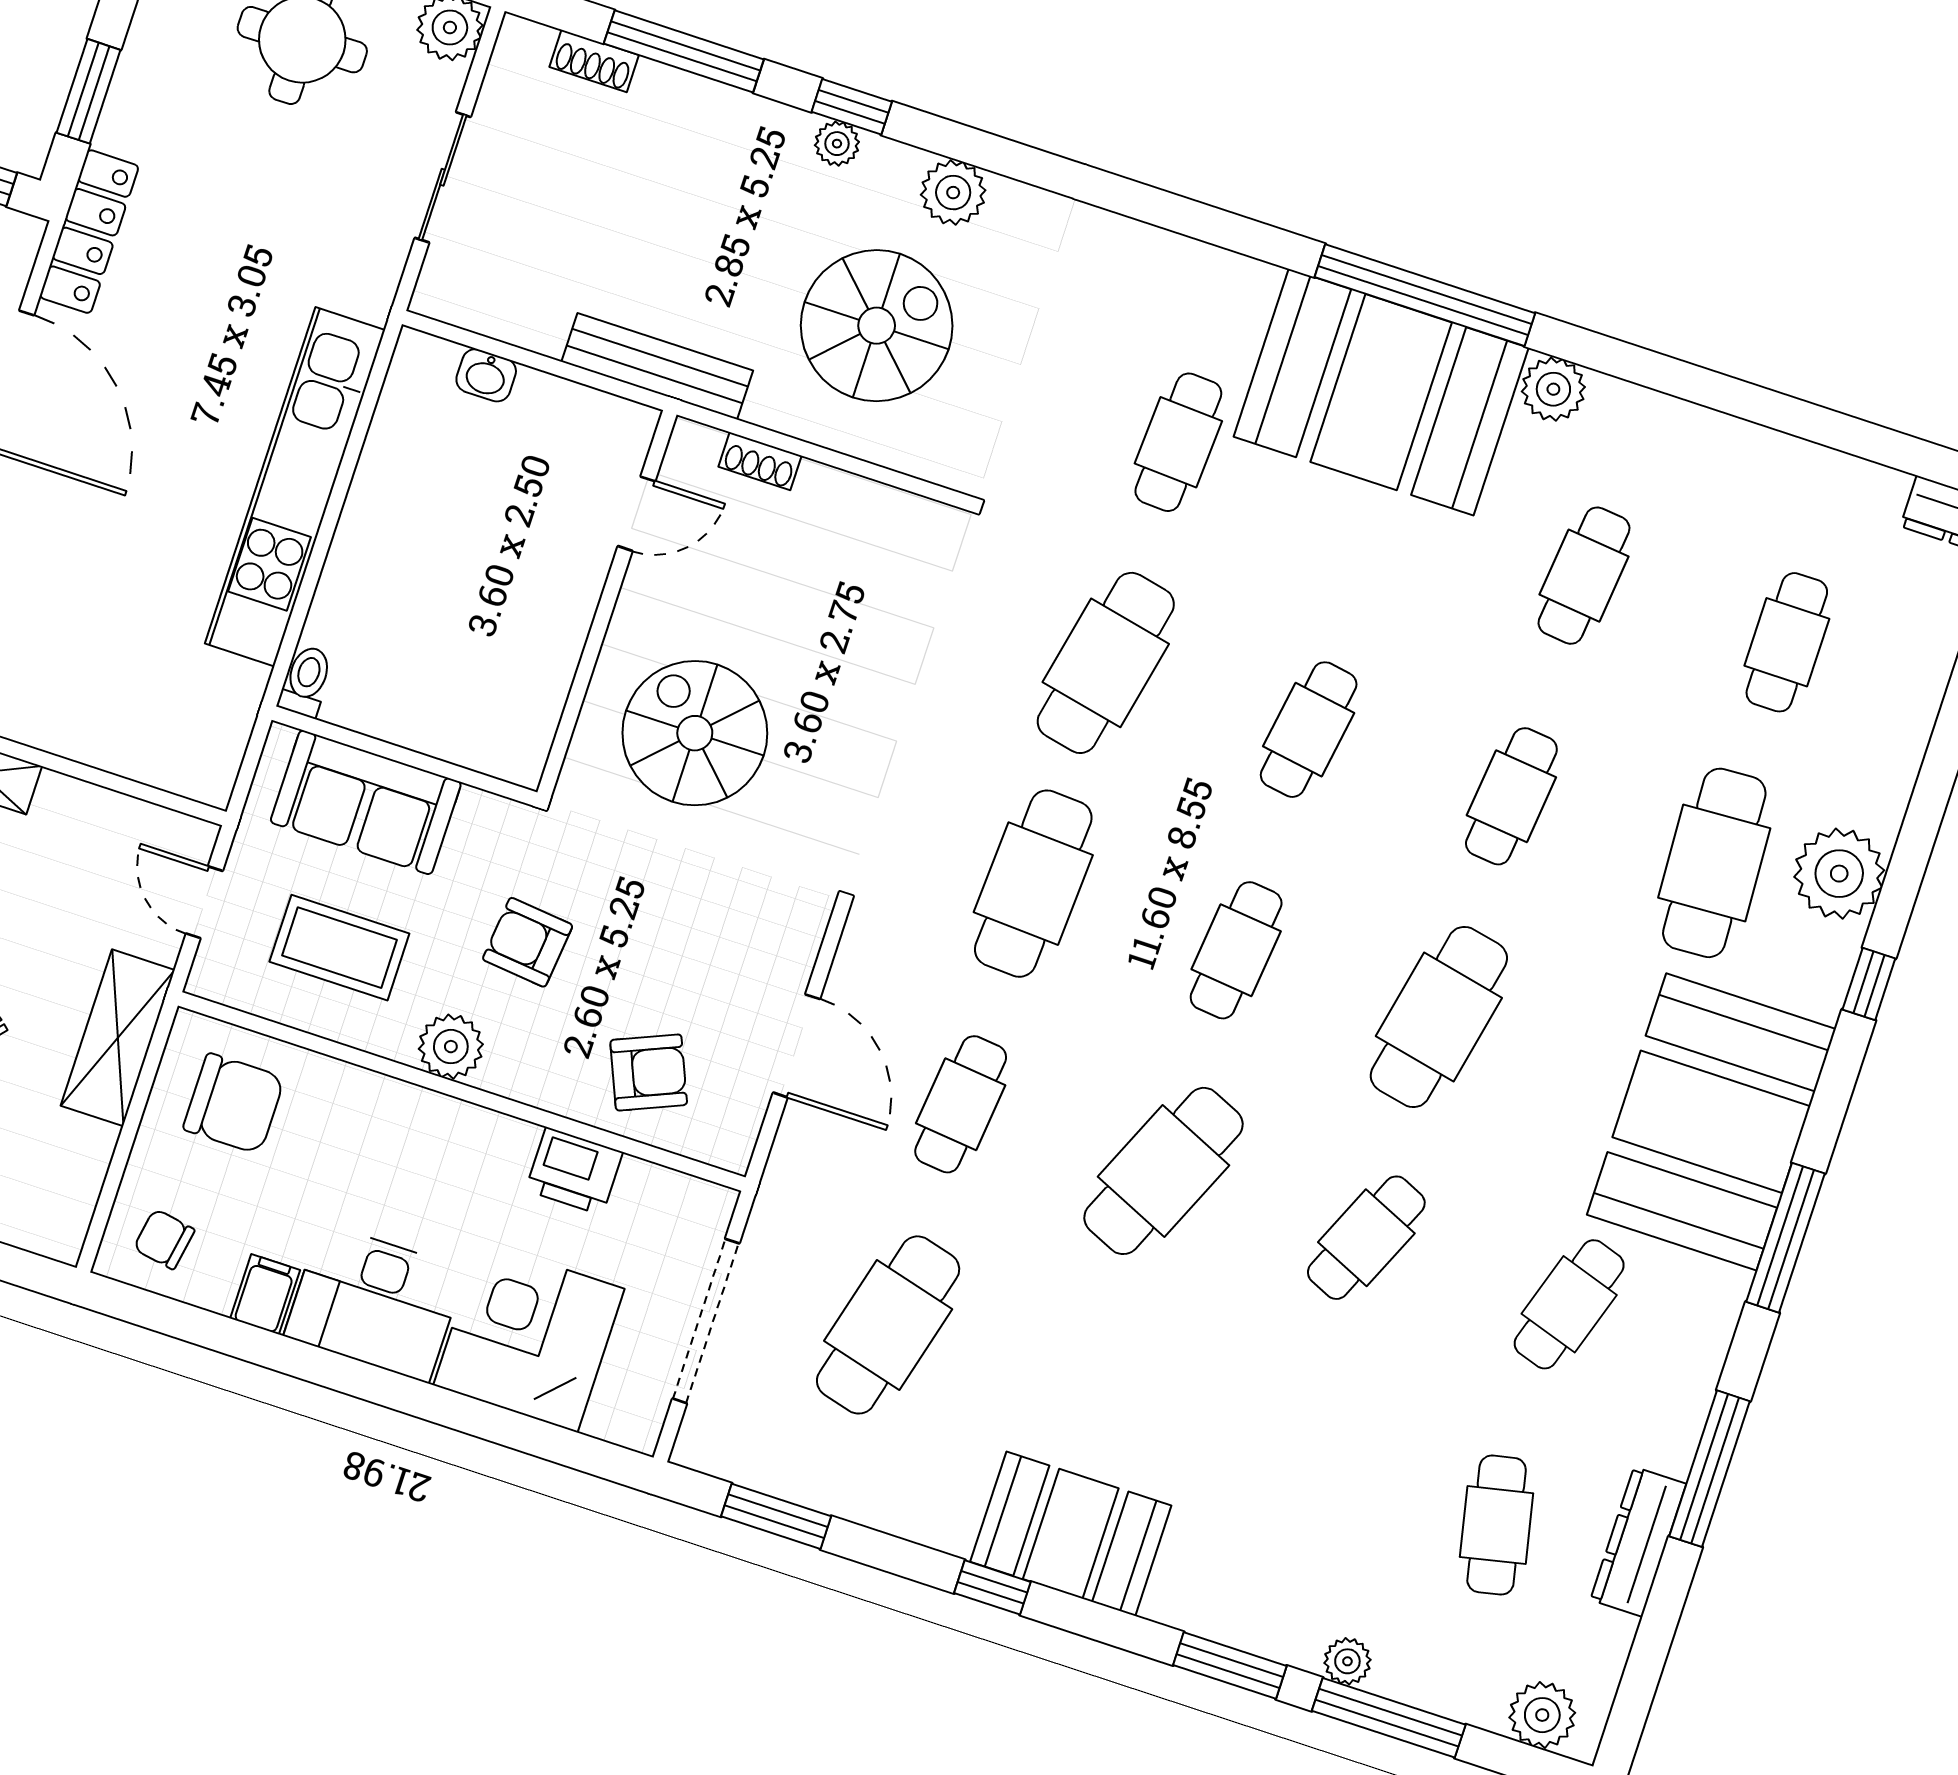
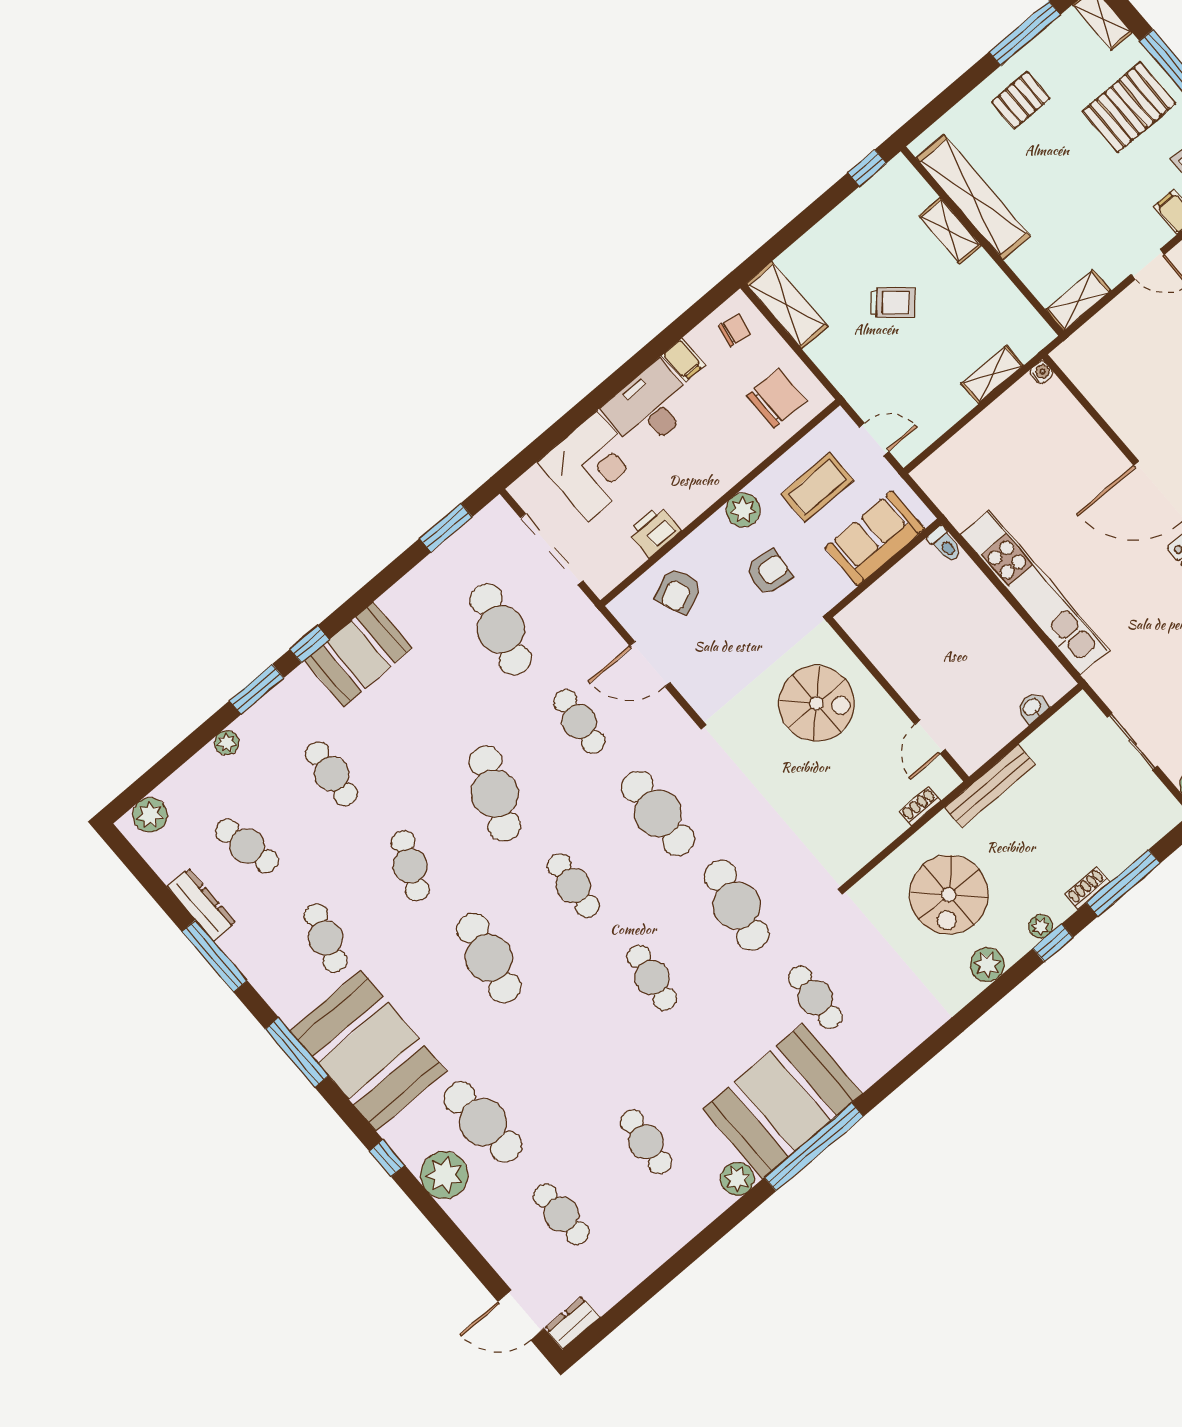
shoe rack: (594, 61) -> (1087, 888), moved
cafe table: (1511, 796) -> (332, 774), moved
shelving: (118, 1038) -> (787, 305), moved
chair: (234, 1104) -> (776, 398), turned 180
window: (992, 1587) -> (309, 644), moved
window: (1389, 1718) -> (190, 746), removed

